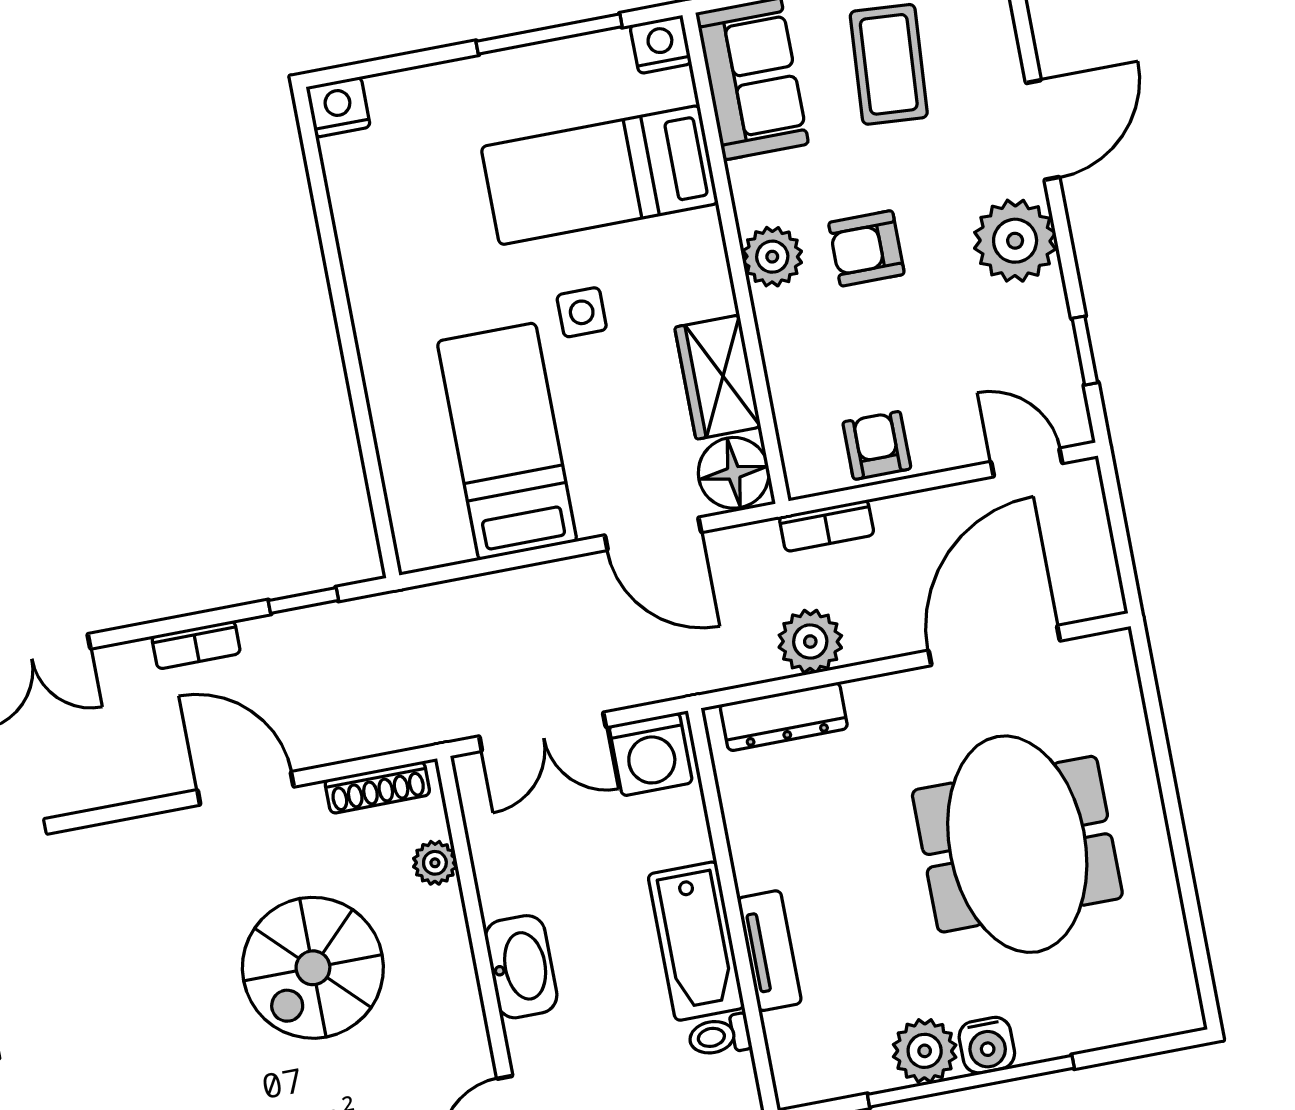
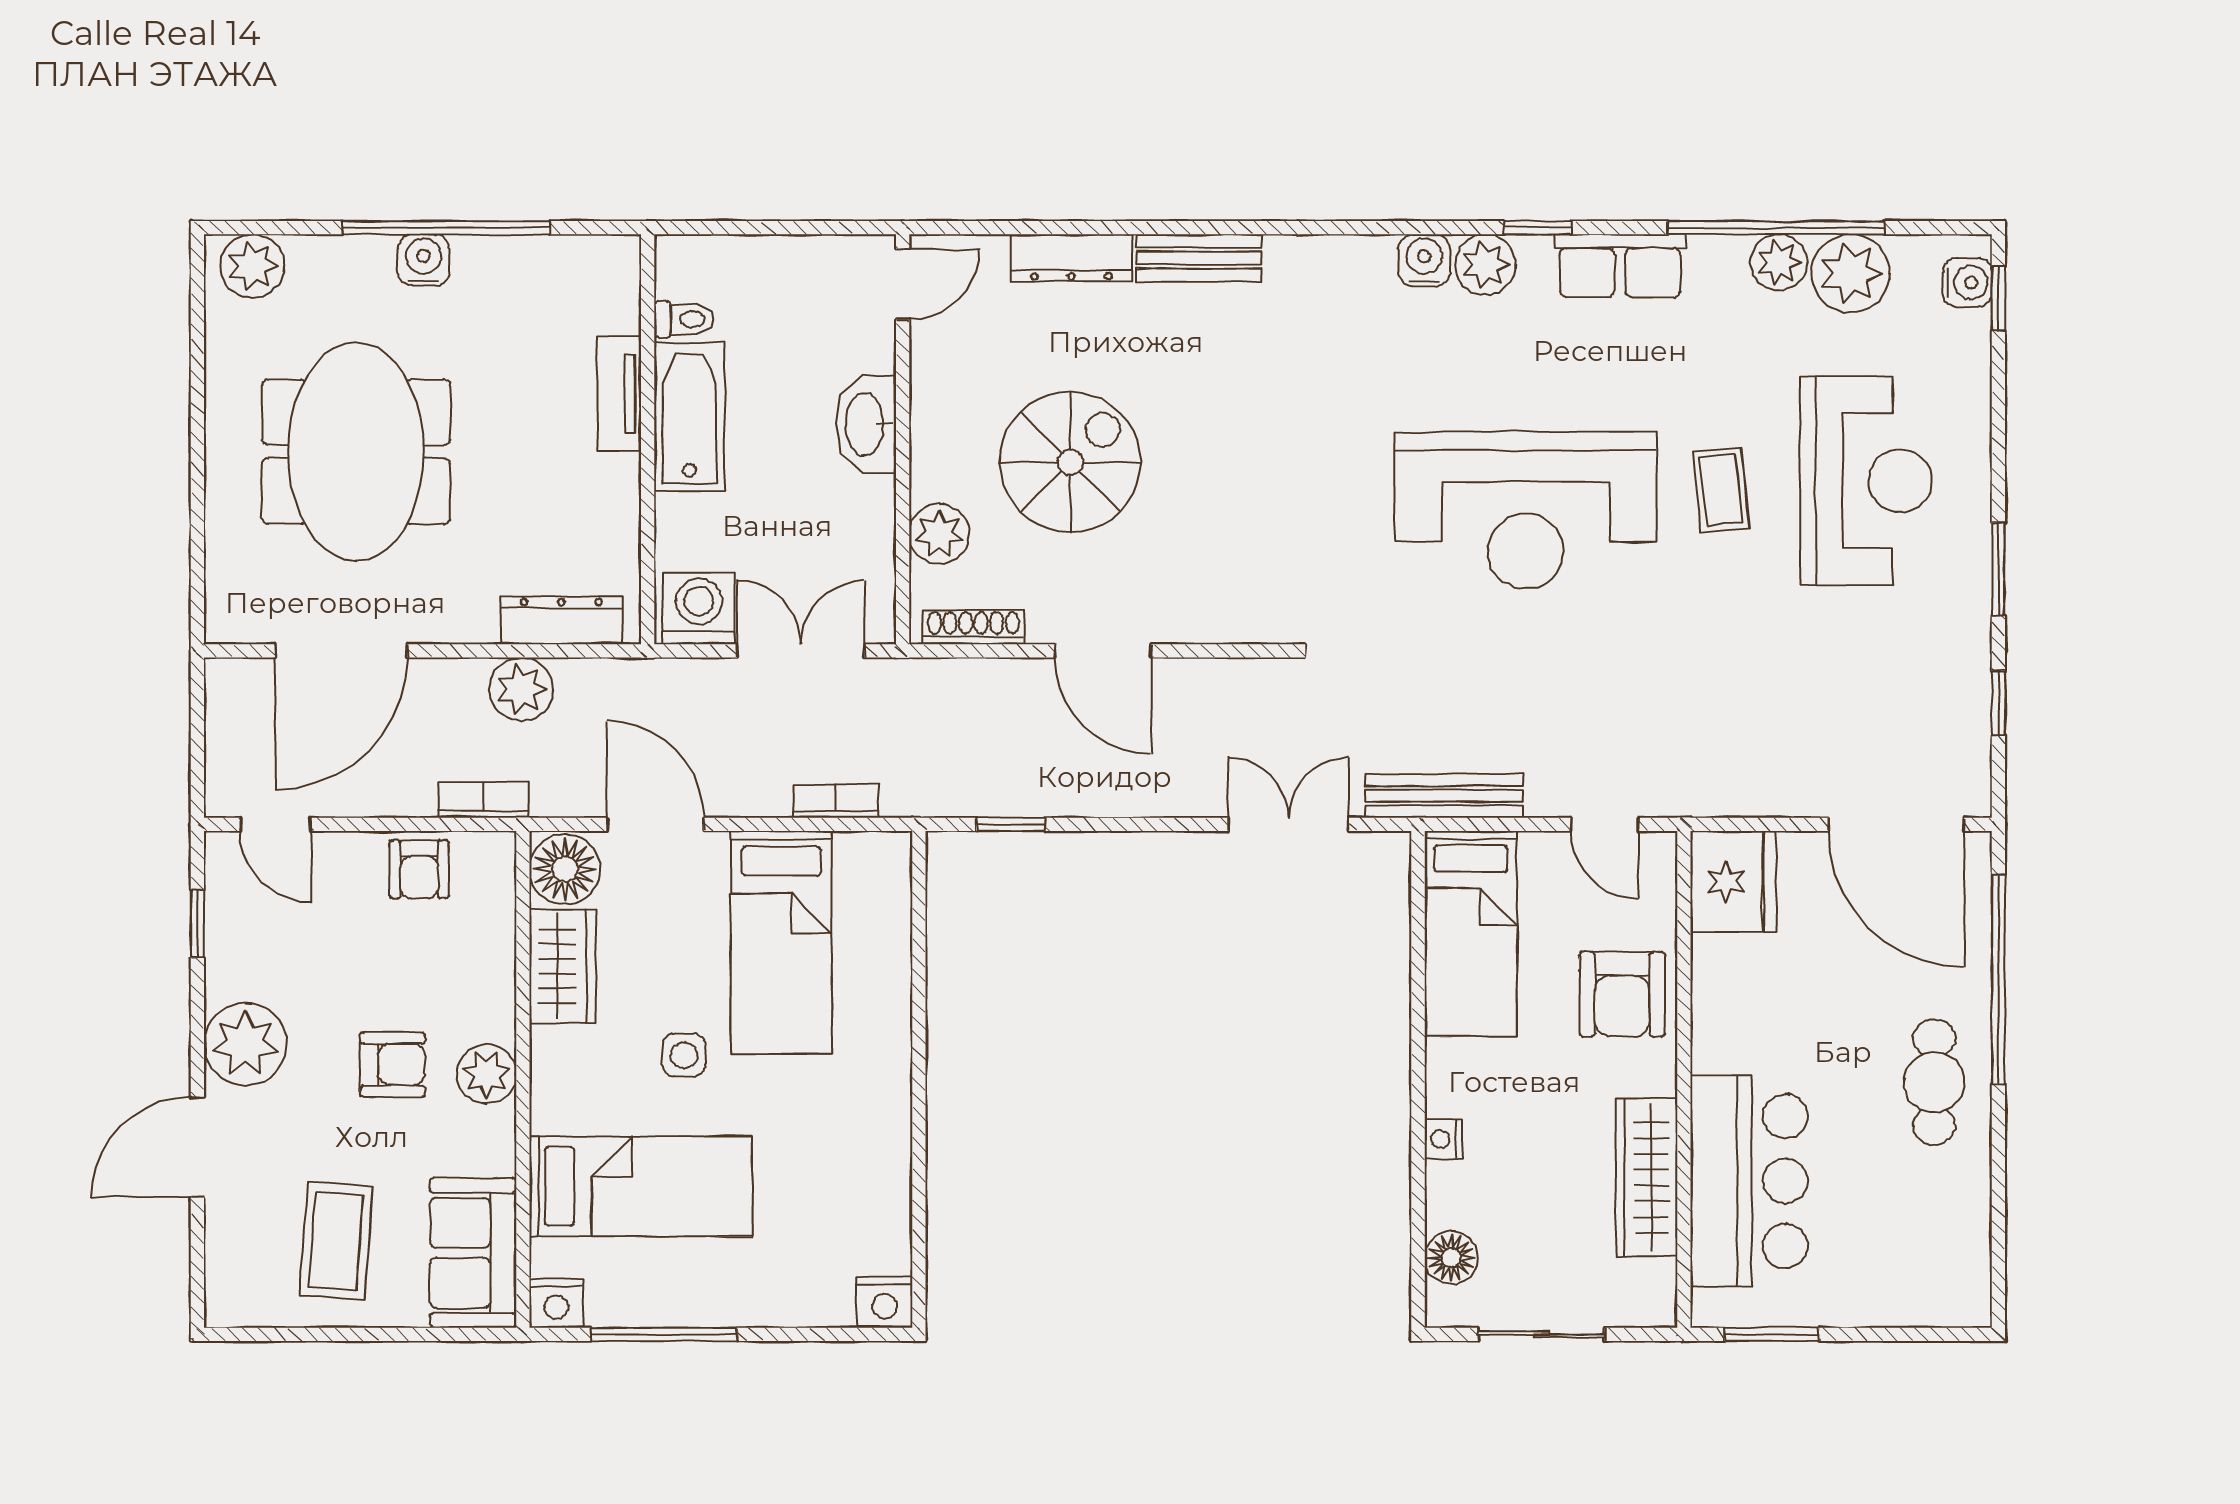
bookcase: (196, 645) -> (836, 801), moved
plant: (435, 863) -> (939, 534), width x1.38, depth x1.38
plant: (925, 1051) -> (252, 266), moved

